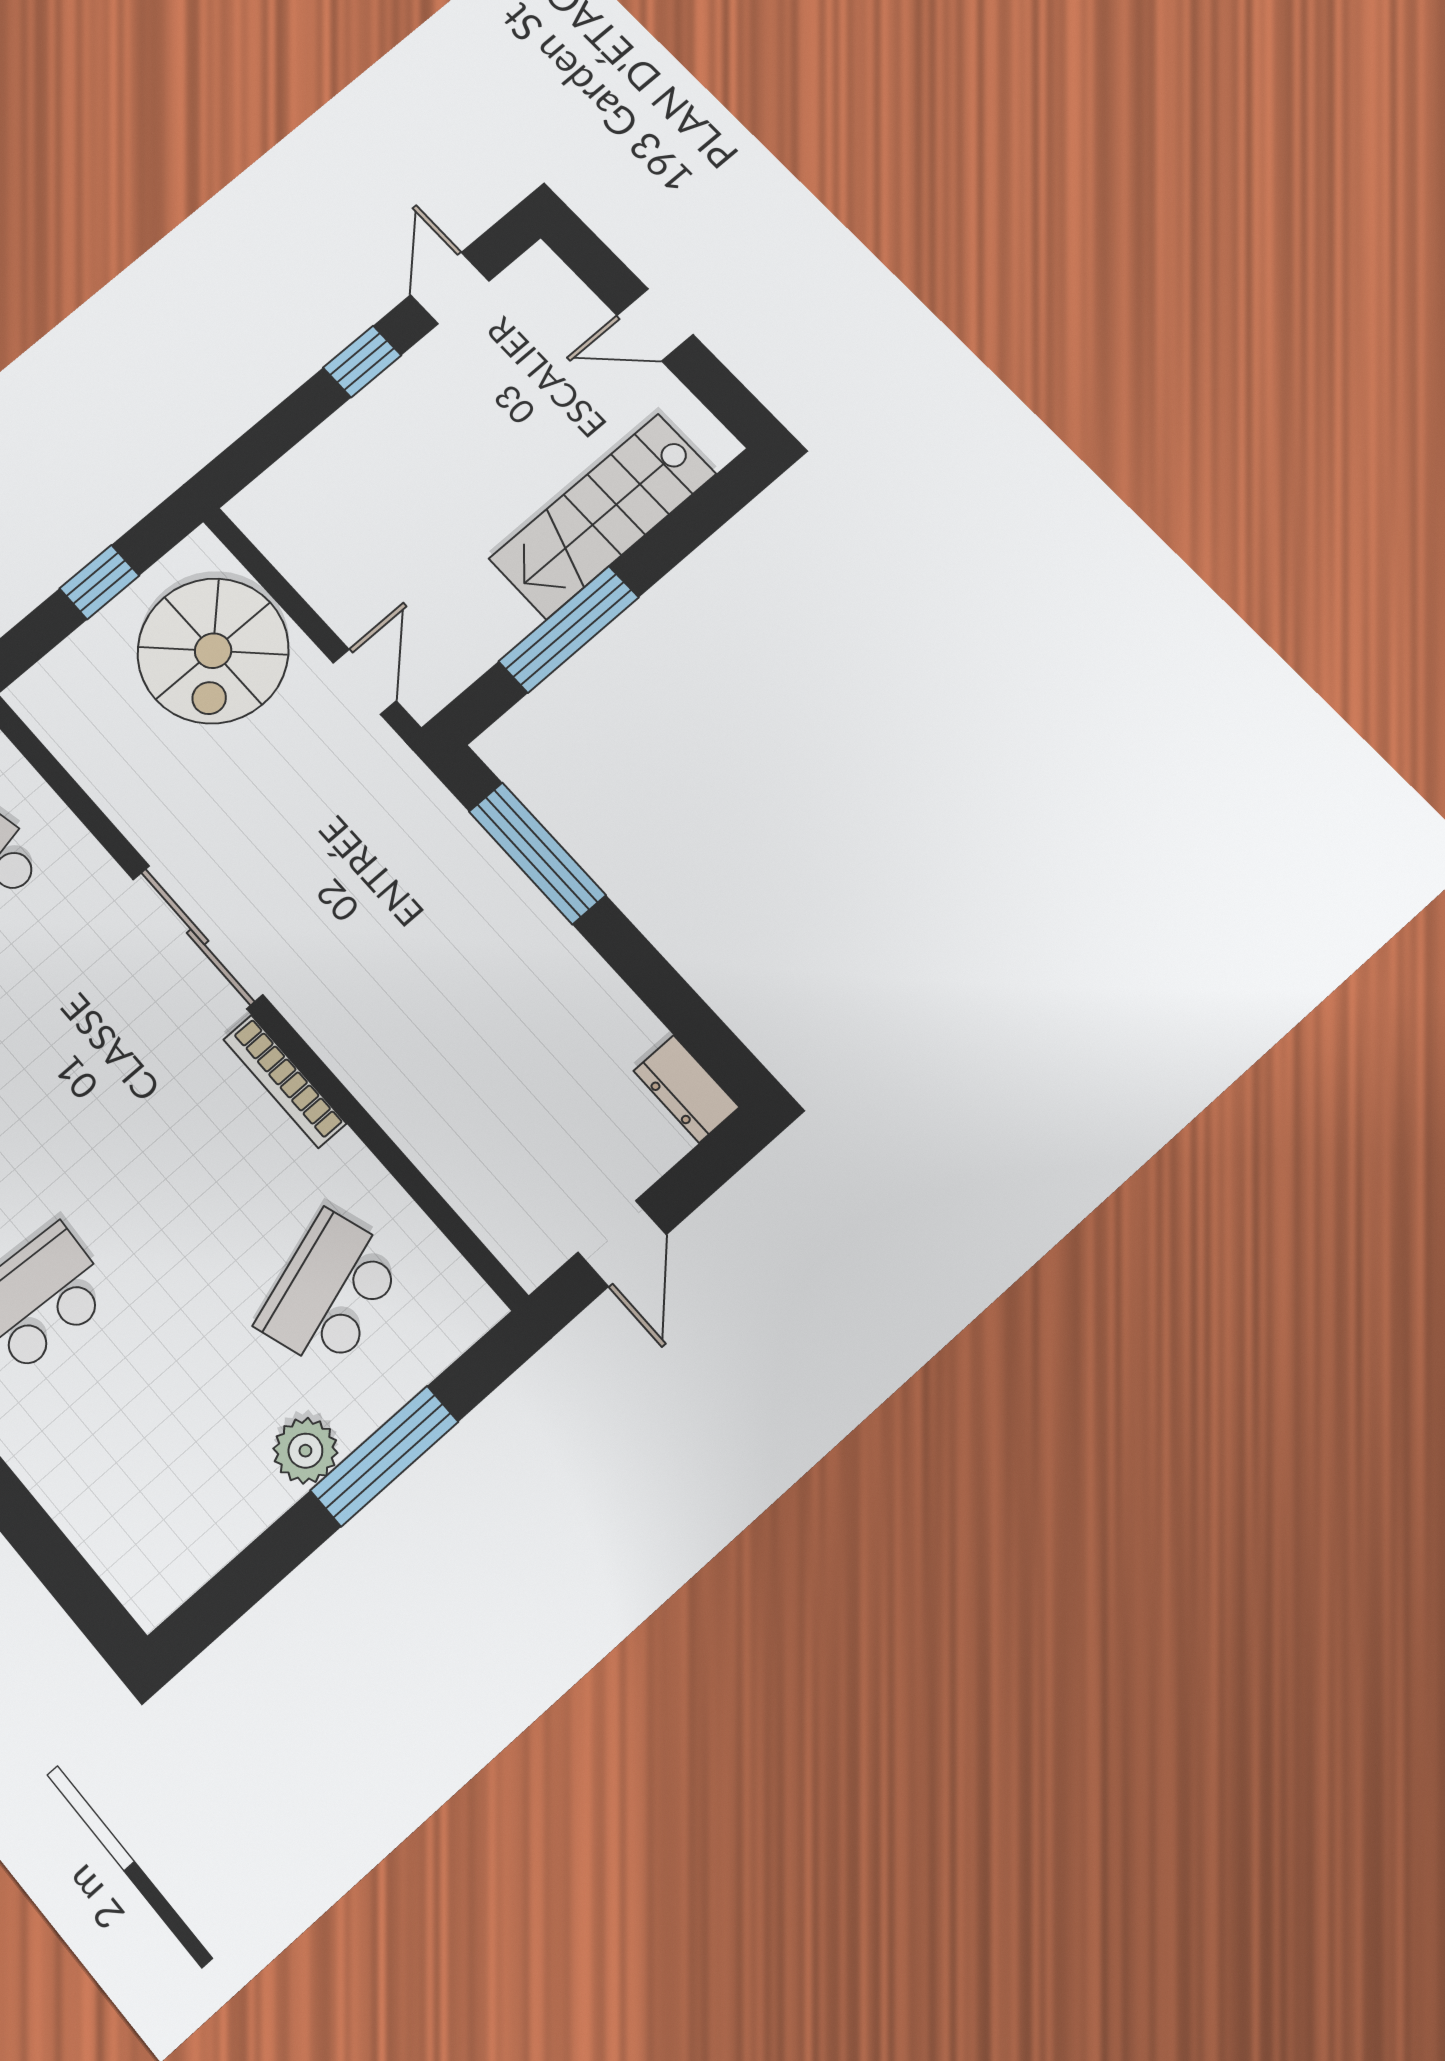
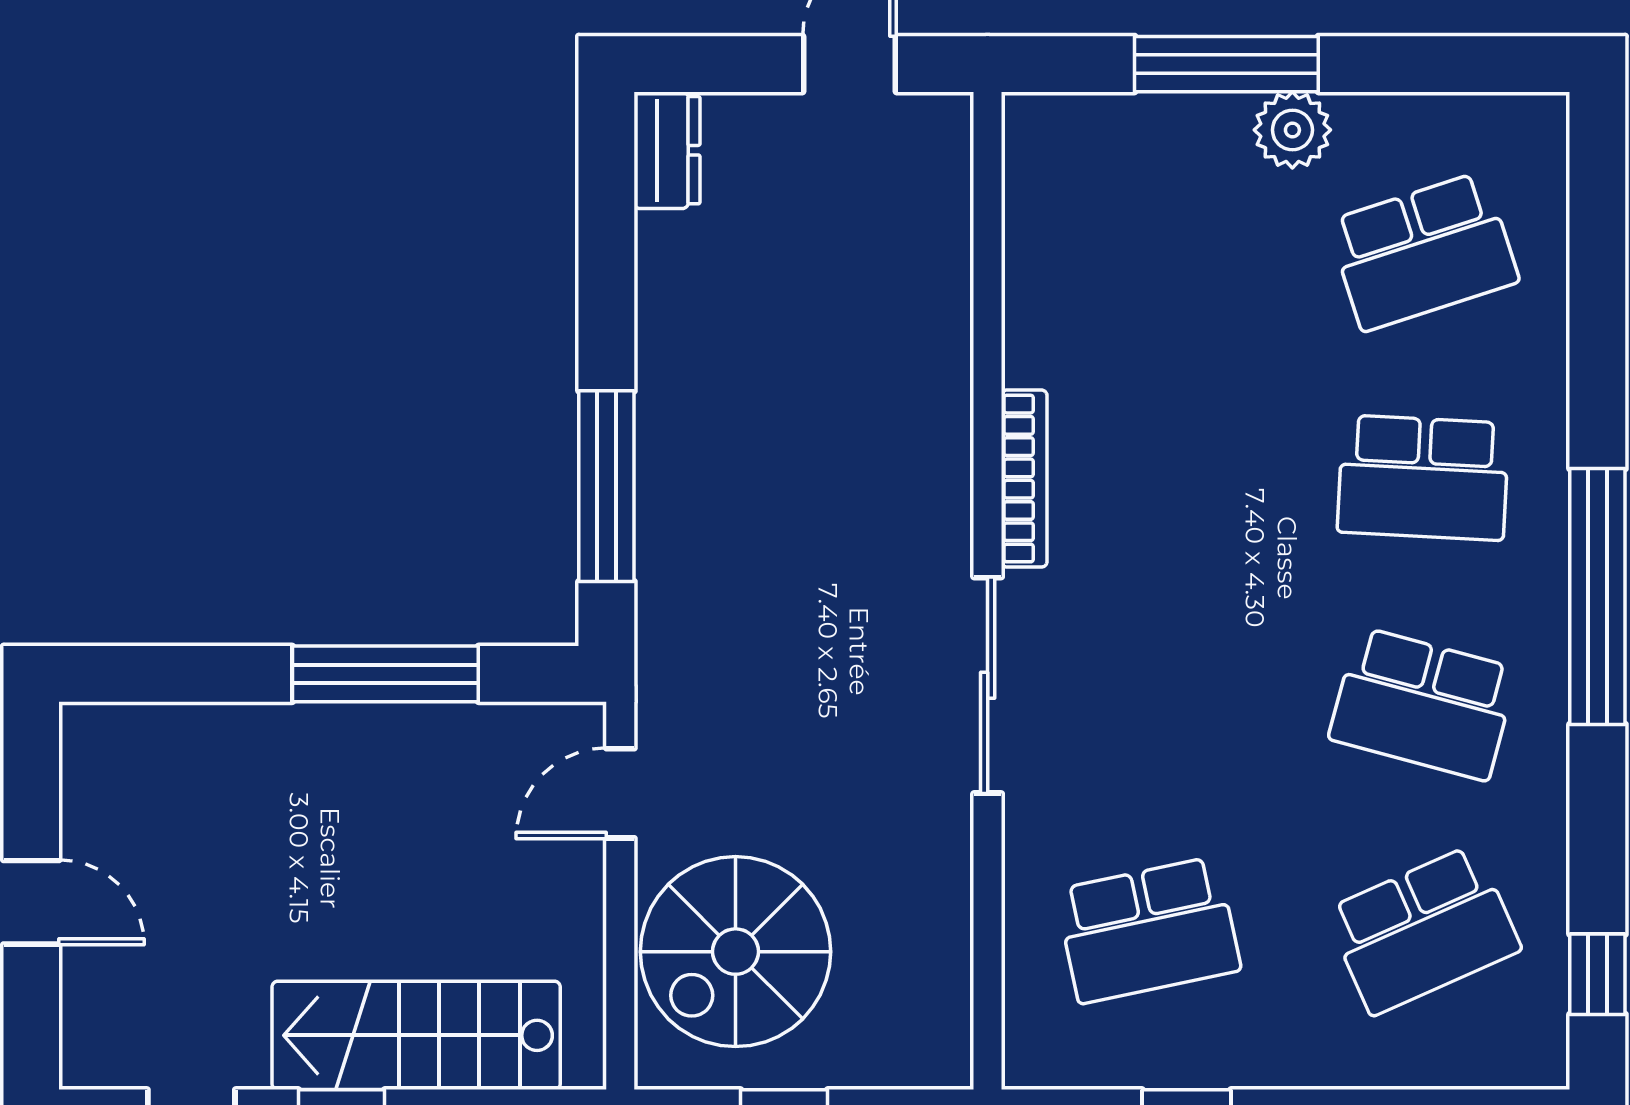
stairs: (603, 516) -> (416, 1035), moved, turned 180
spiral stairs: (213, 651) -> (735, 952), turned 180
school desk: (330, 1291) -> (1423, 251), moved

